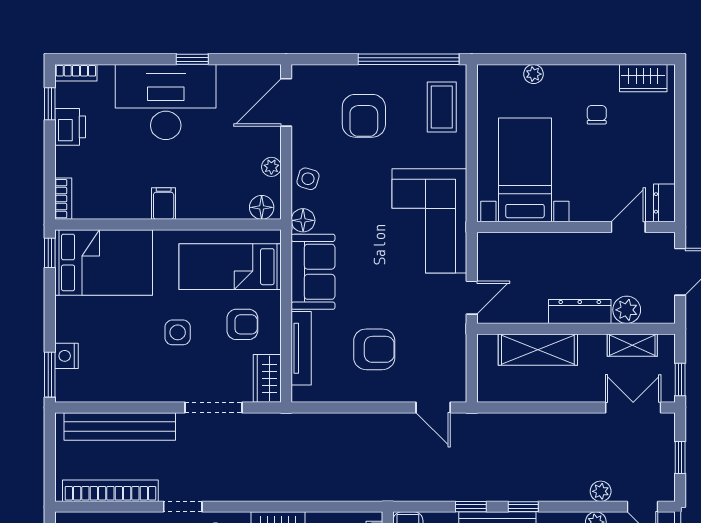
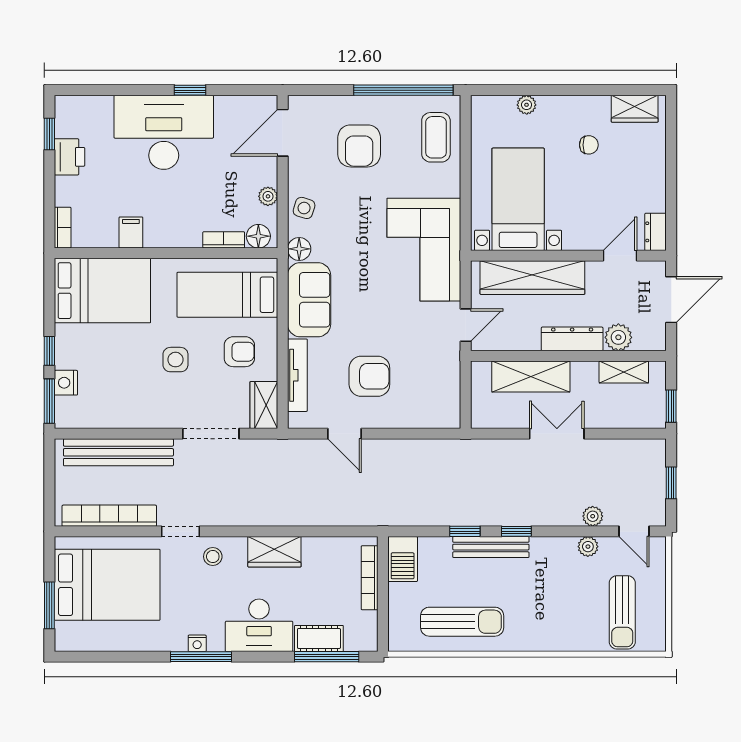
bookcase: (76, 73) -> (224, 240), moved, turned 180
chair: (597, 115) -> (589, 145), turned 90
filing cabinet: (164, 204) -> (131, 232), moved
wardrobe: (540, 249) -> (532, 278), added
window: (50, 253) -> (49, 351), moved
door: (433, 408) -> (344, 434), moved
double door: (633, 408) -> (557, 434), moved

